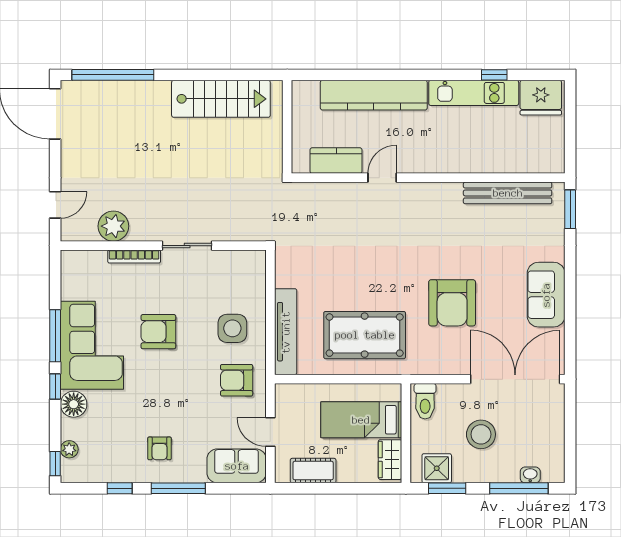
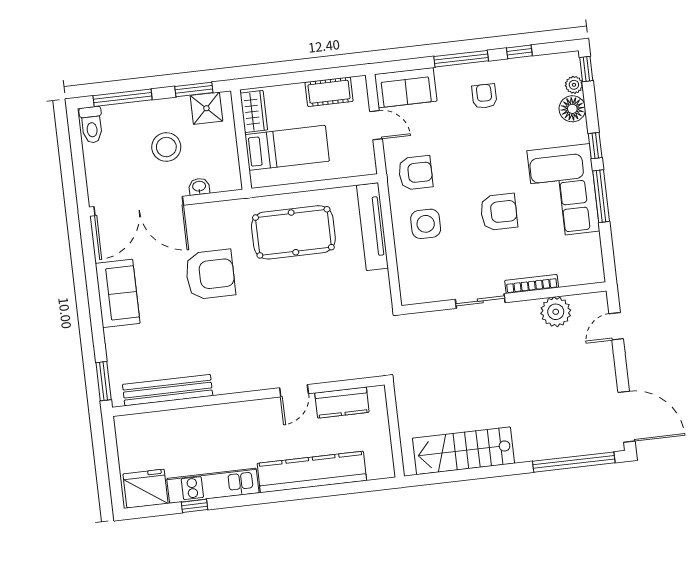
armchair: (452, 303) -> (210, 274), turned 90
toilet: (425, 401) -> (92, 125), moved, turned 180
floor lamp: (74, 404) -> (572, 109), moved
washbasin: (530, 475) -> (199, 187), moved, turned 180

